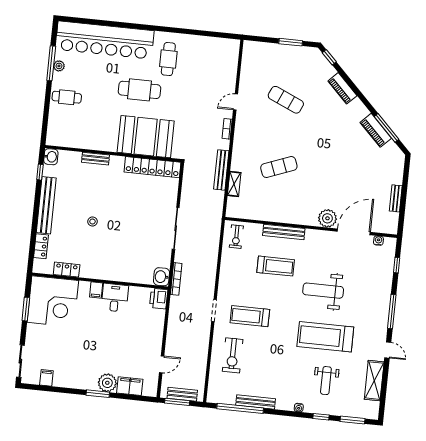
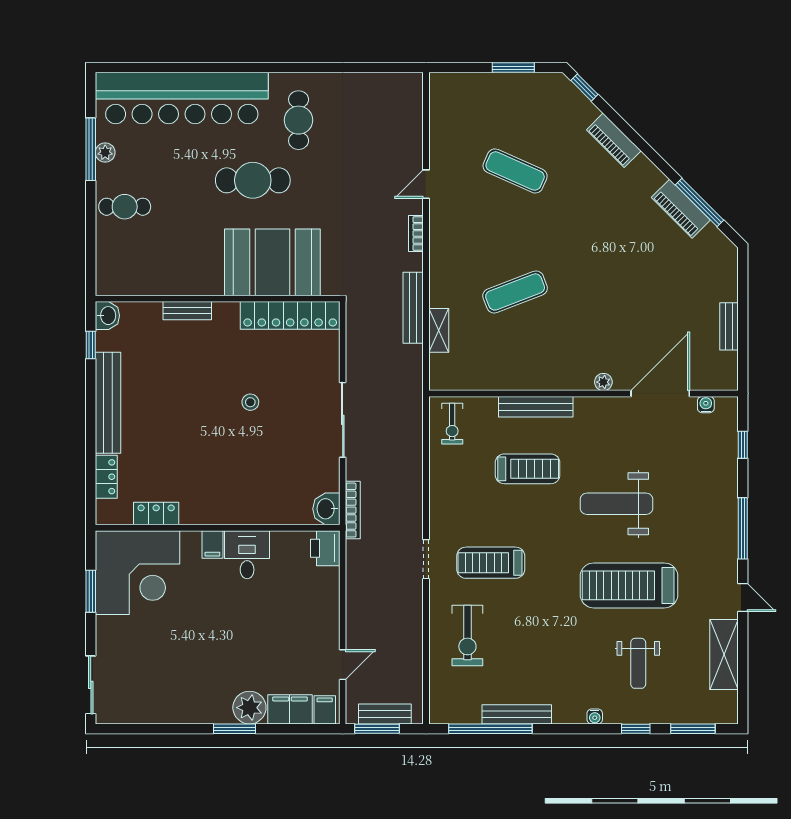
plant: (327, 218) -> (603, 382), width x0.53, depth x0.53
stool: (92, 222) -> (250, 402), moved
filing cabinet: (46, 378) -> (325, 710), moved

